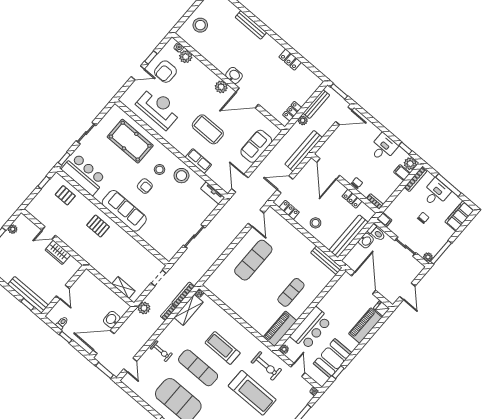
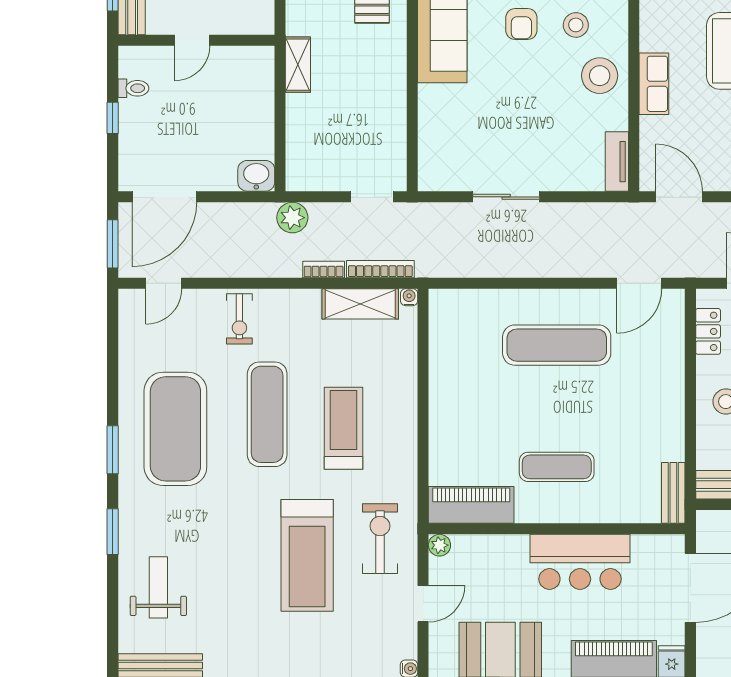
door: (240, 183) -> (679, 197), hinge flipped
bench: (326, 260) -> (673, 493), width x0.73
shelving: (123, 287) -> (298, 65), moved
washbasin: (112, 320) -> (256, 176), moved
bar counter: (311, 328) -> (580, 562), moved
door: (104, 342) -> (164, 197), swing flipped
exercise bike: (266, 366) -> (380, 539), turned 180

